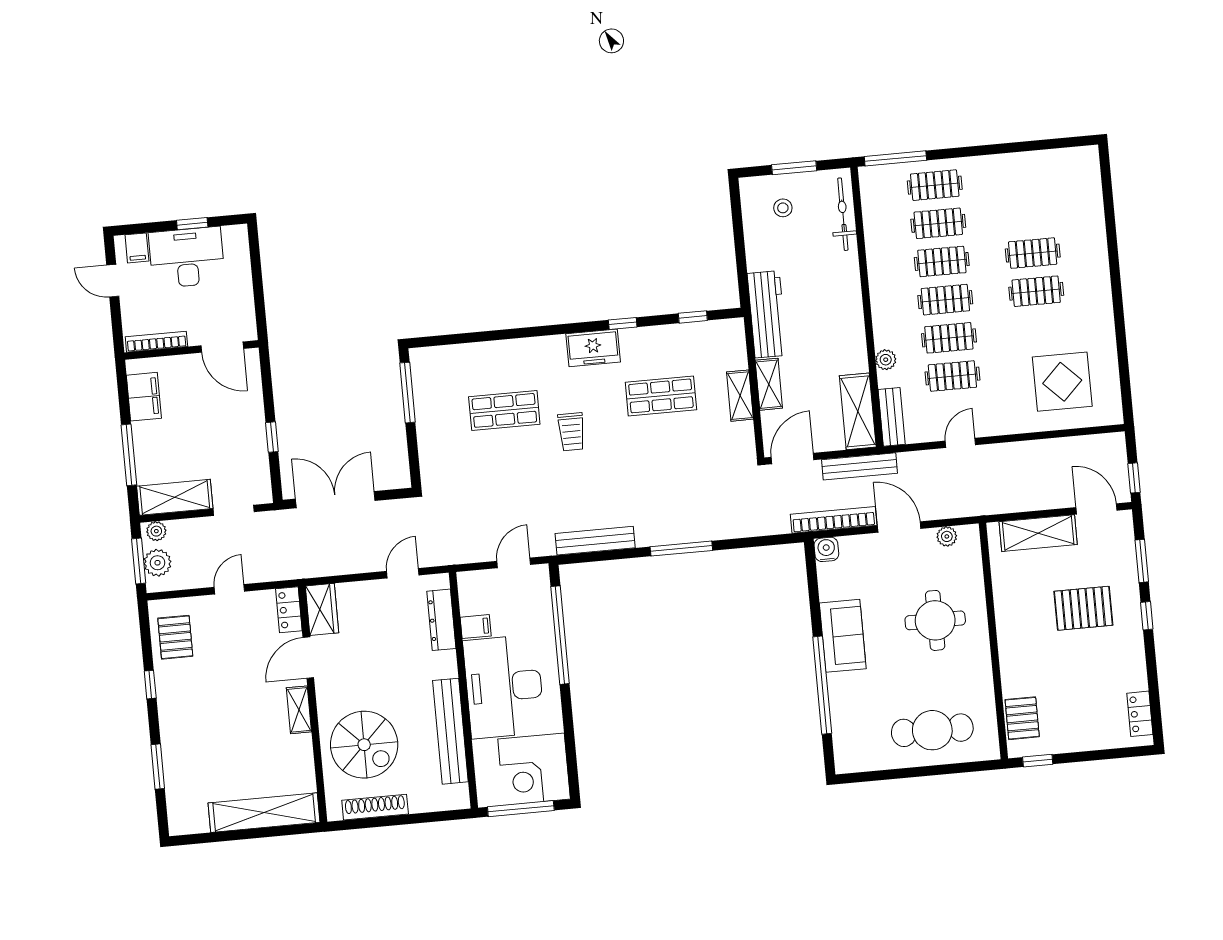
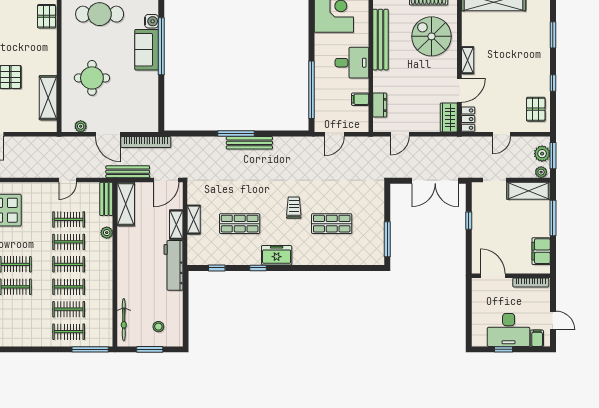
shelving: (1038, 533) -> (48, 98), moved, turned 90
bench: (595, 541) -> (249, 143), moved
water cooler: (826, 549) -> (152, 21), moved, turned -90
dresser: (441, 620) -> (380, 105), width x0.70
sofa: (843, 636) -> (147, 50), moved
desk: (504, 687) -> (352, 63), width x0.53, depth x0.77

